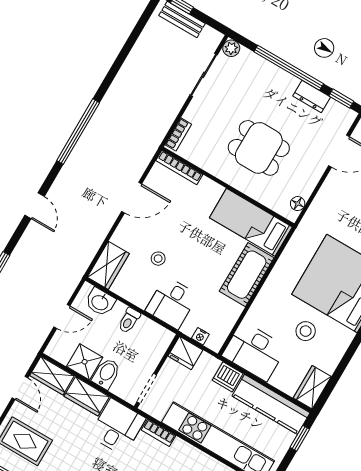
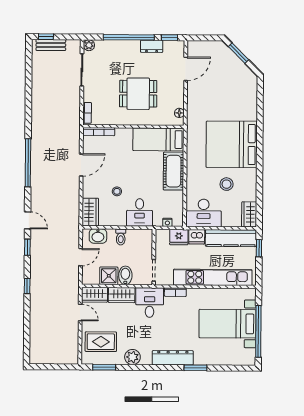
window: (78, 132) -> (28, 163), moved
door: (35, 206) -> (28, 220), moved
fridge: (185, 353) -> (179, 237), moved

